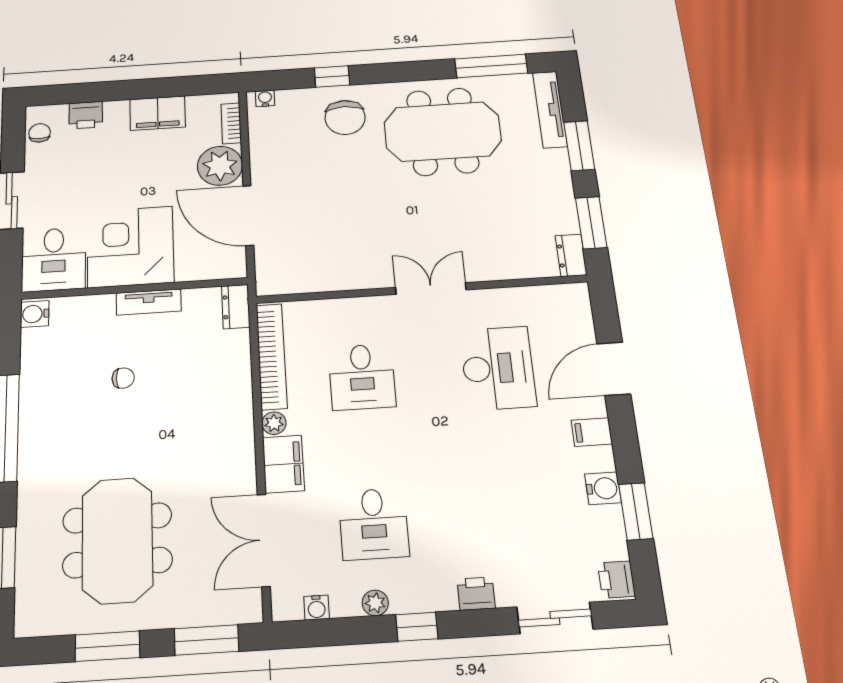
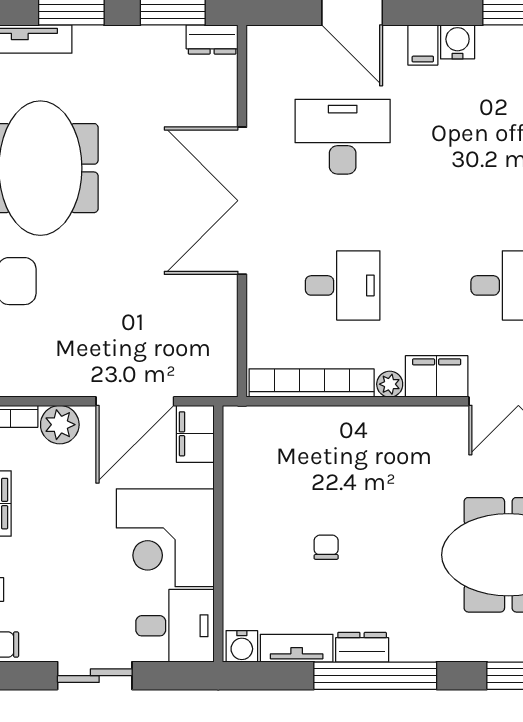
plant: (220, 166) -> (60, 425), width x0.73, depth x0.73
filing cabinet: (222, 264) -> (195, 434), added
double door: (431, 289) -> (242, 201), width x1.87
tv unit: (149, 302) -> (297, 648), moved, turned -90
dresser: (236, 307) -> (362, 647), moved, turned 180
water cooler: (603, 488) -> (458, 42), moved

